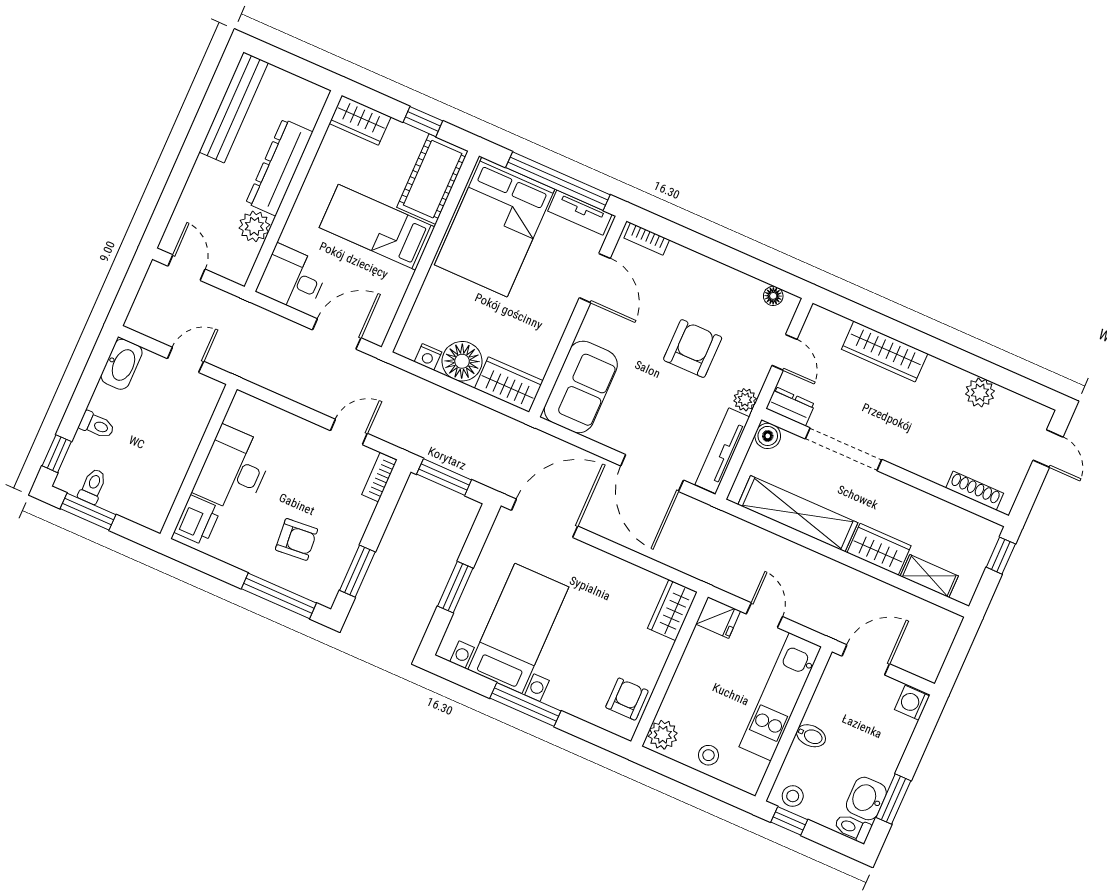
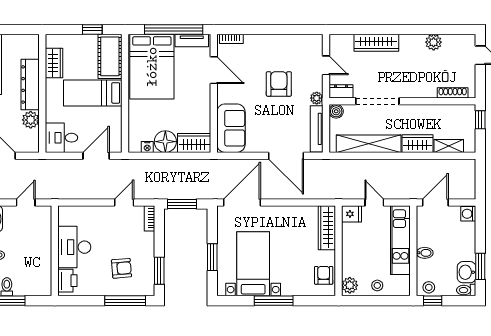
wardrobe: (360, 120) -> (54, 63), moved, turned -90
floor lamp: (773, 296) -> (308, 39), removed
wardrobe: (672, 610) -> (327, 228), width x1.50

